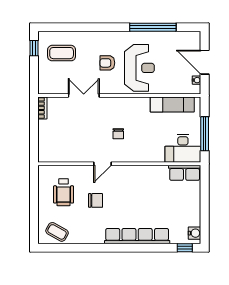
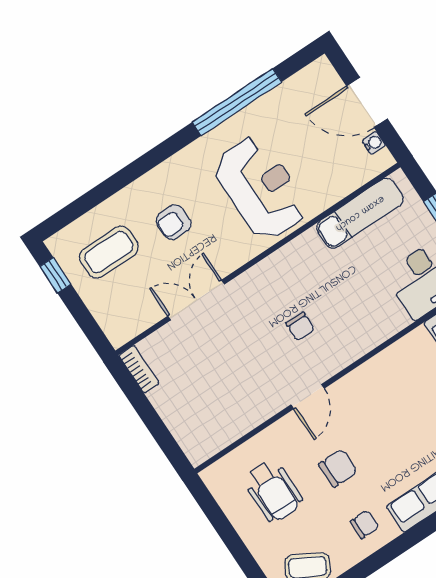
armchair: (107, 63) -> (174, 222), moved
chair: (91, 230) -> (365, 524), added

